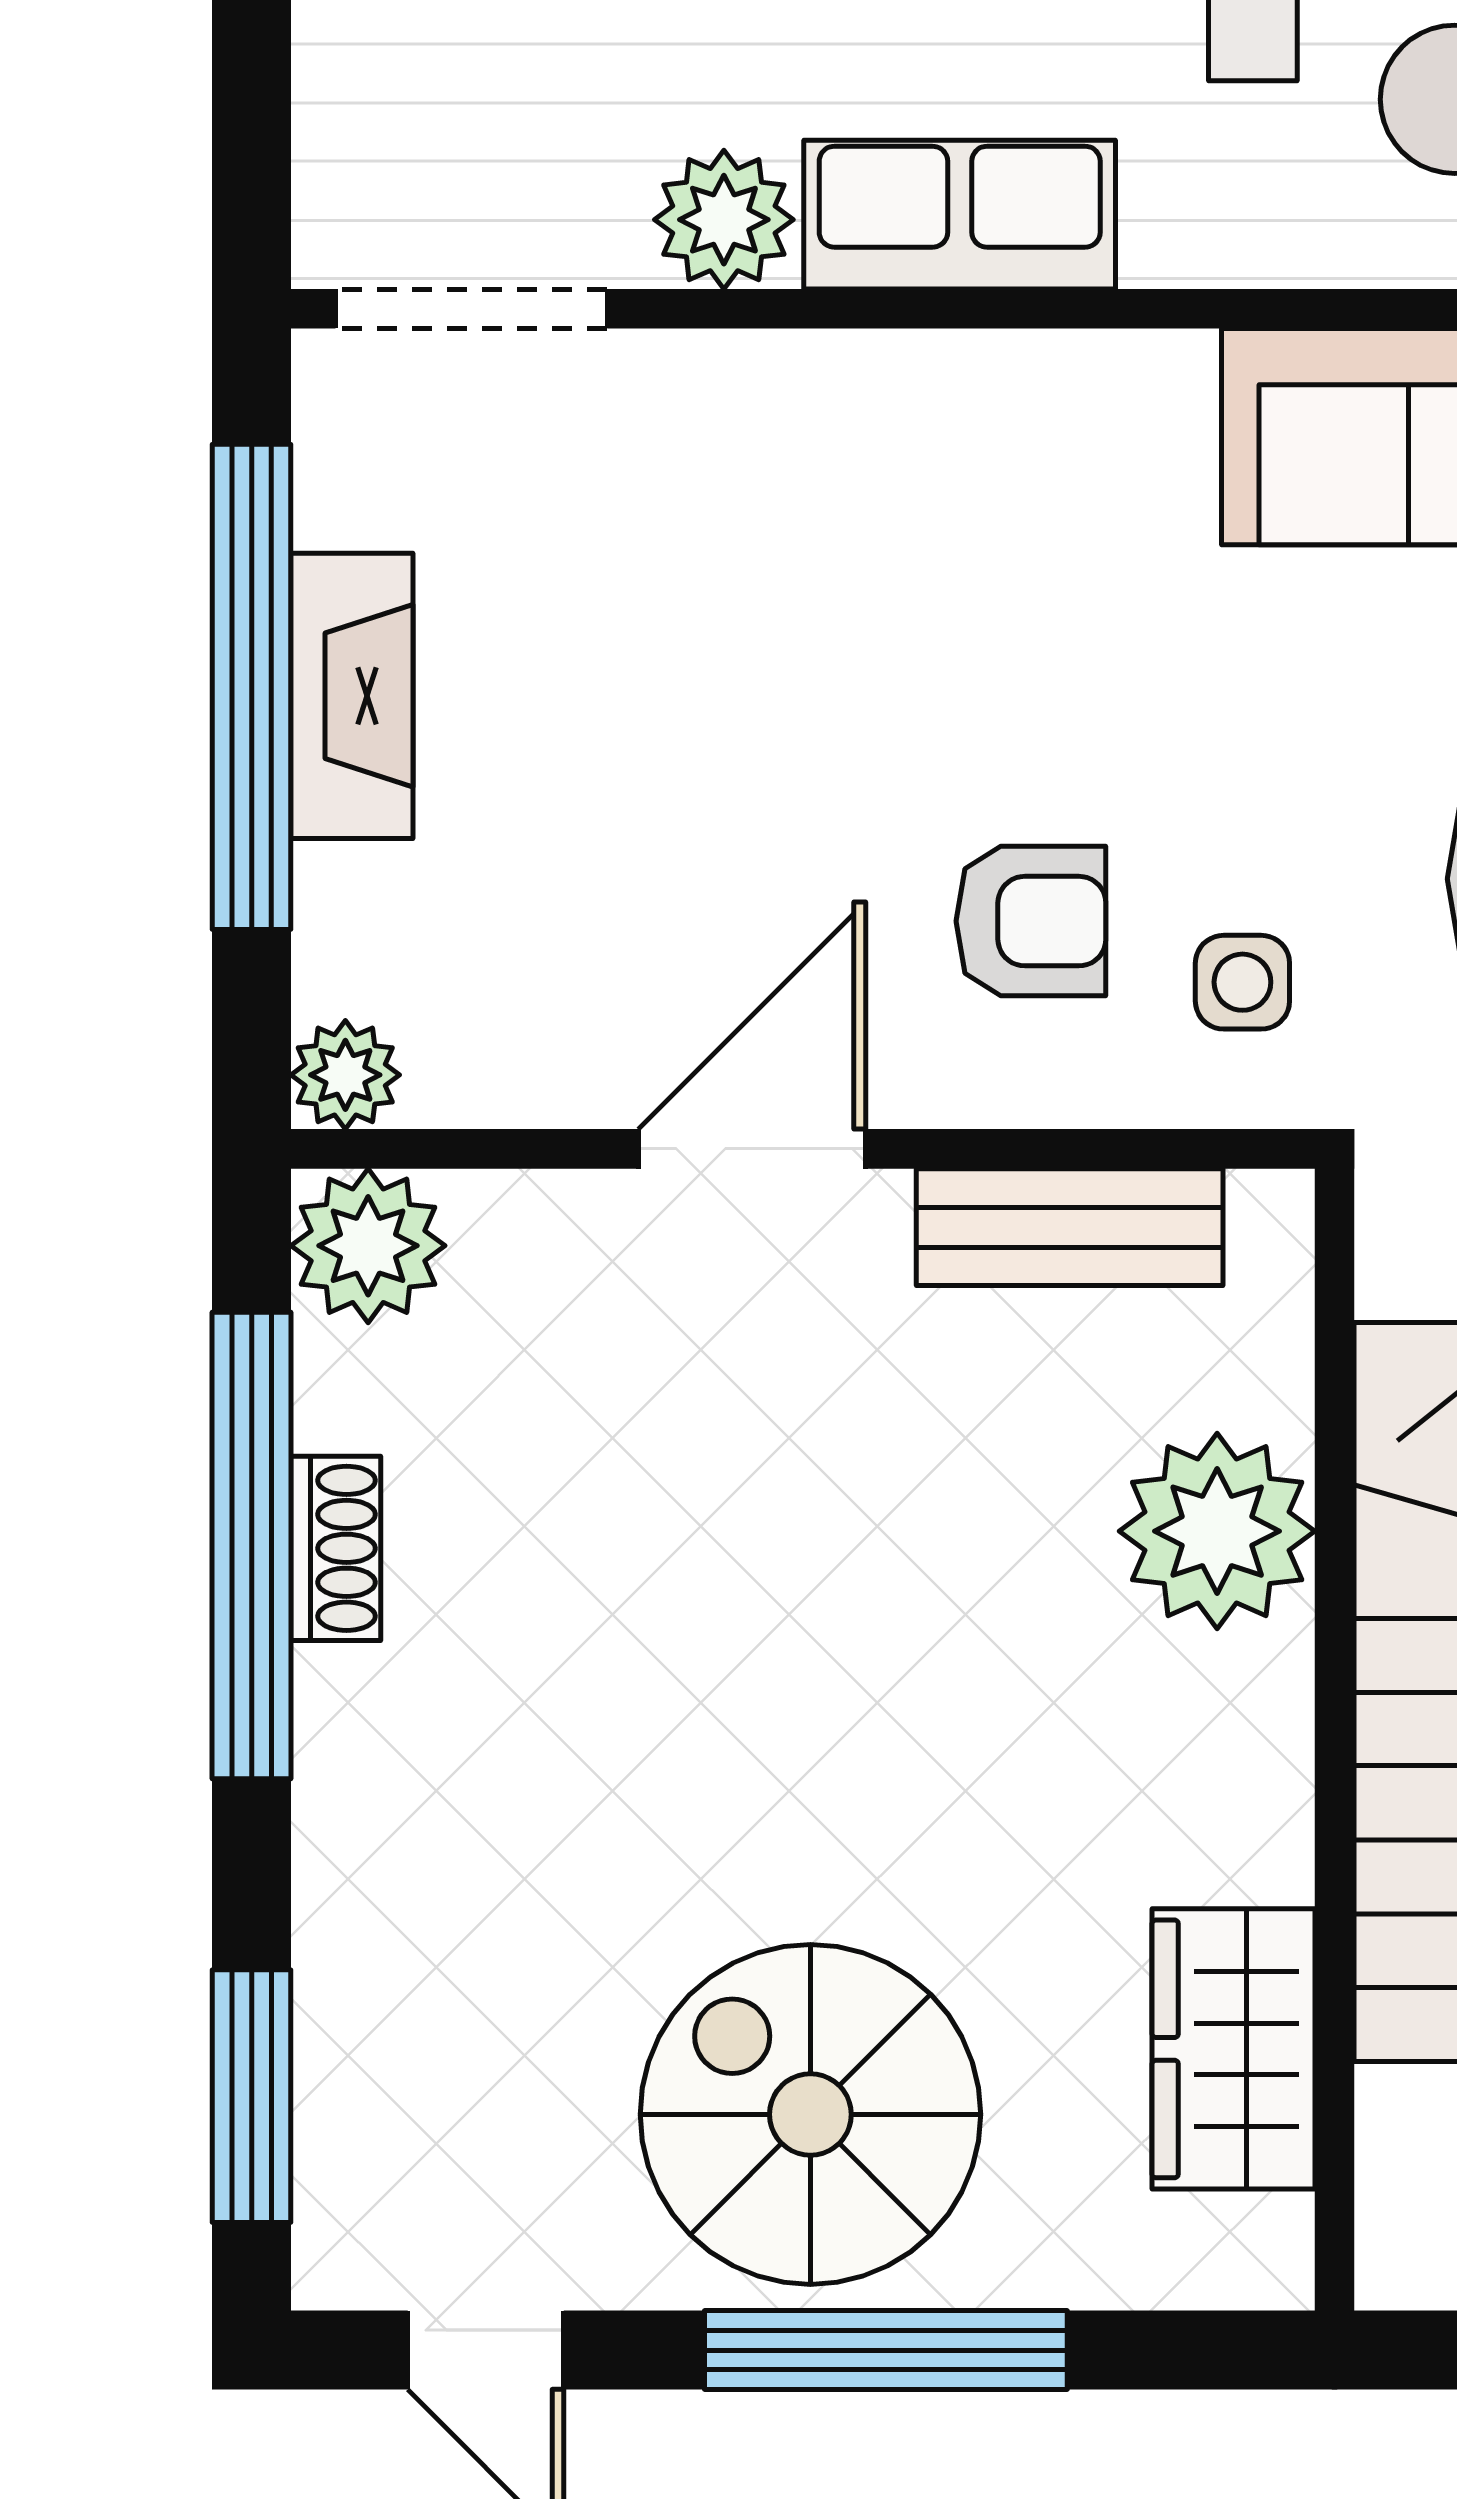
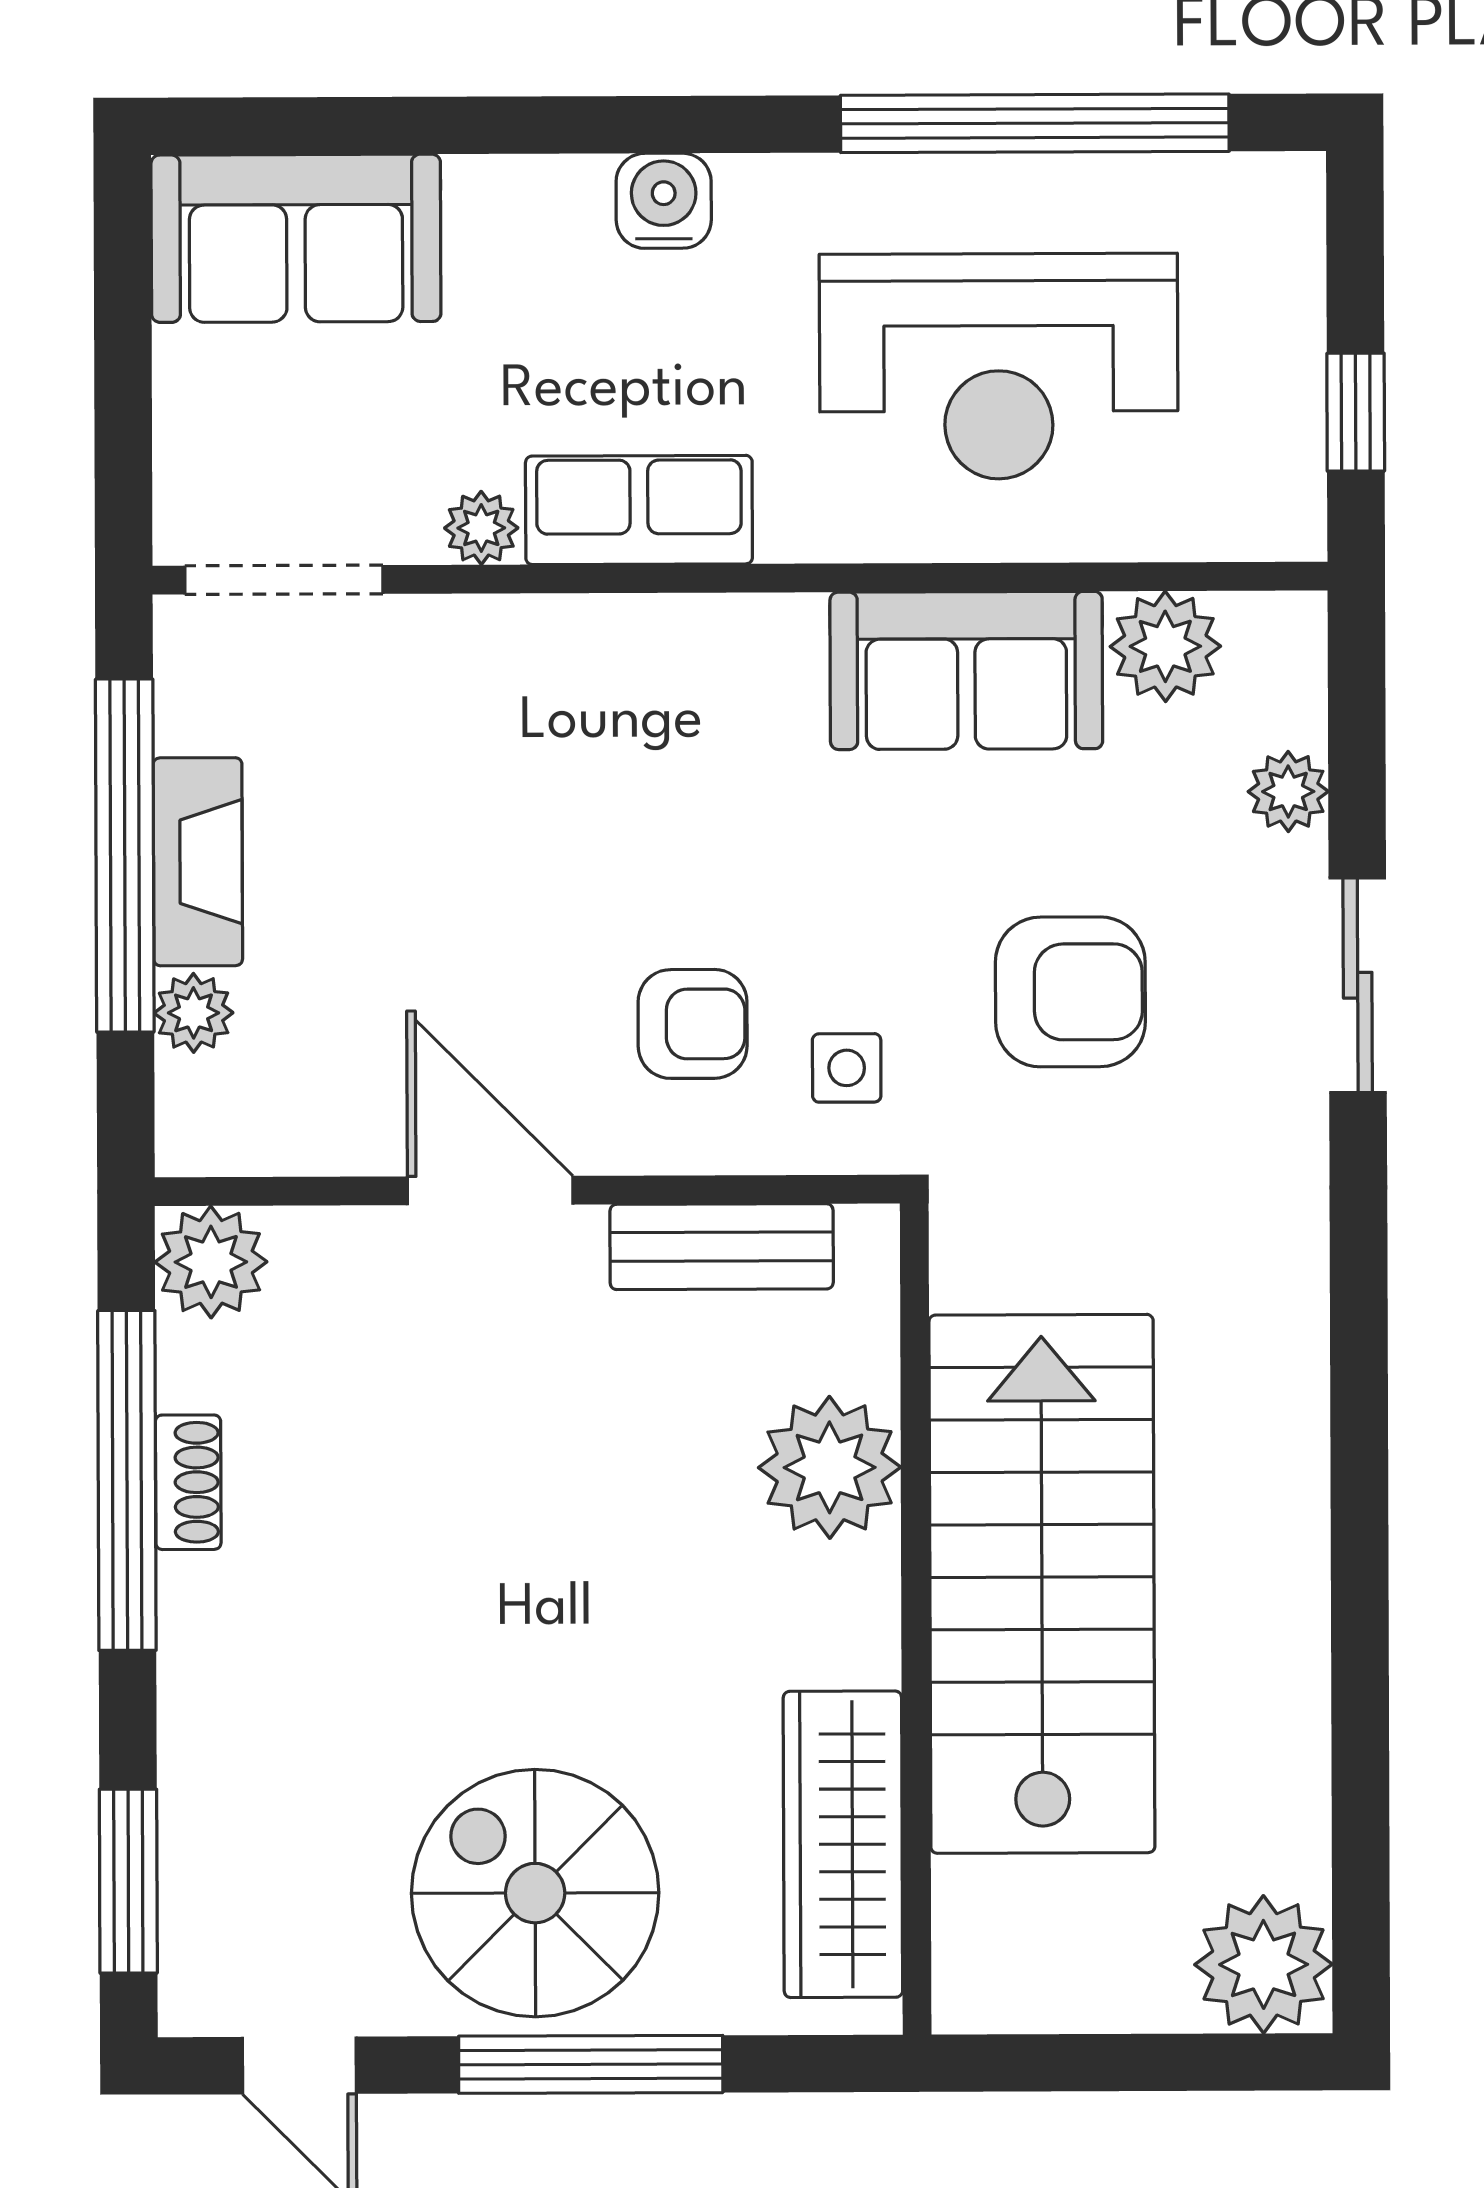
plant: (724, 220) -> (481, 528), width x0.73, depth x0.73
plant: (345, 1075) -> (194, 1013), moved
door: (752, 1149) -> (490, 1191), hinge flipped
wardrobe: (1234, 2049) -> (843, 1844), width x1.50

